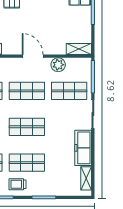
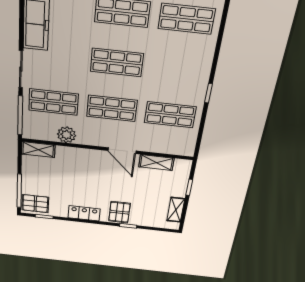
door: (33, 56) -> (122, 151), moved

